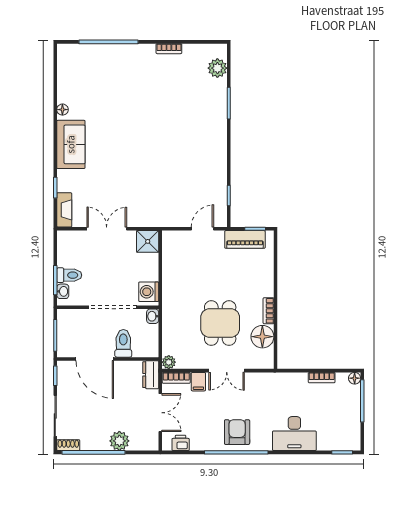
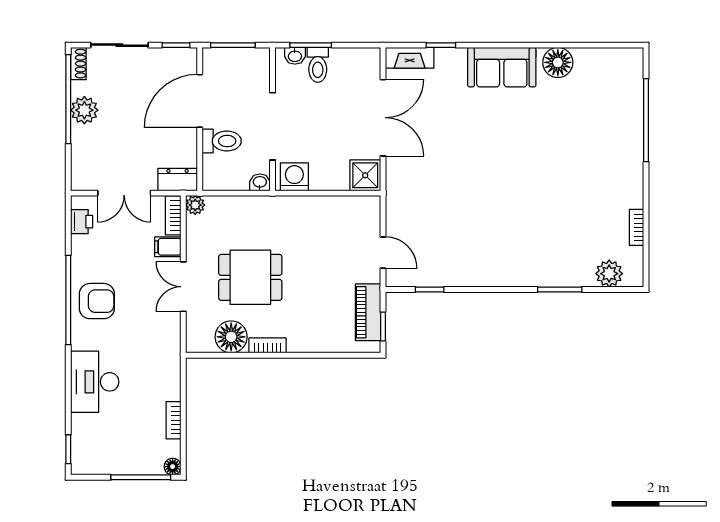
bookcase: (169, 49) -> (637, 227), moved
floor lamp: (62, 110) -> (558, 62), width x1.89, depth x1.89
double door: (107, 229) -> (383, 118), width x1.37
plant: (119, 441) -> (84, 110), moved

